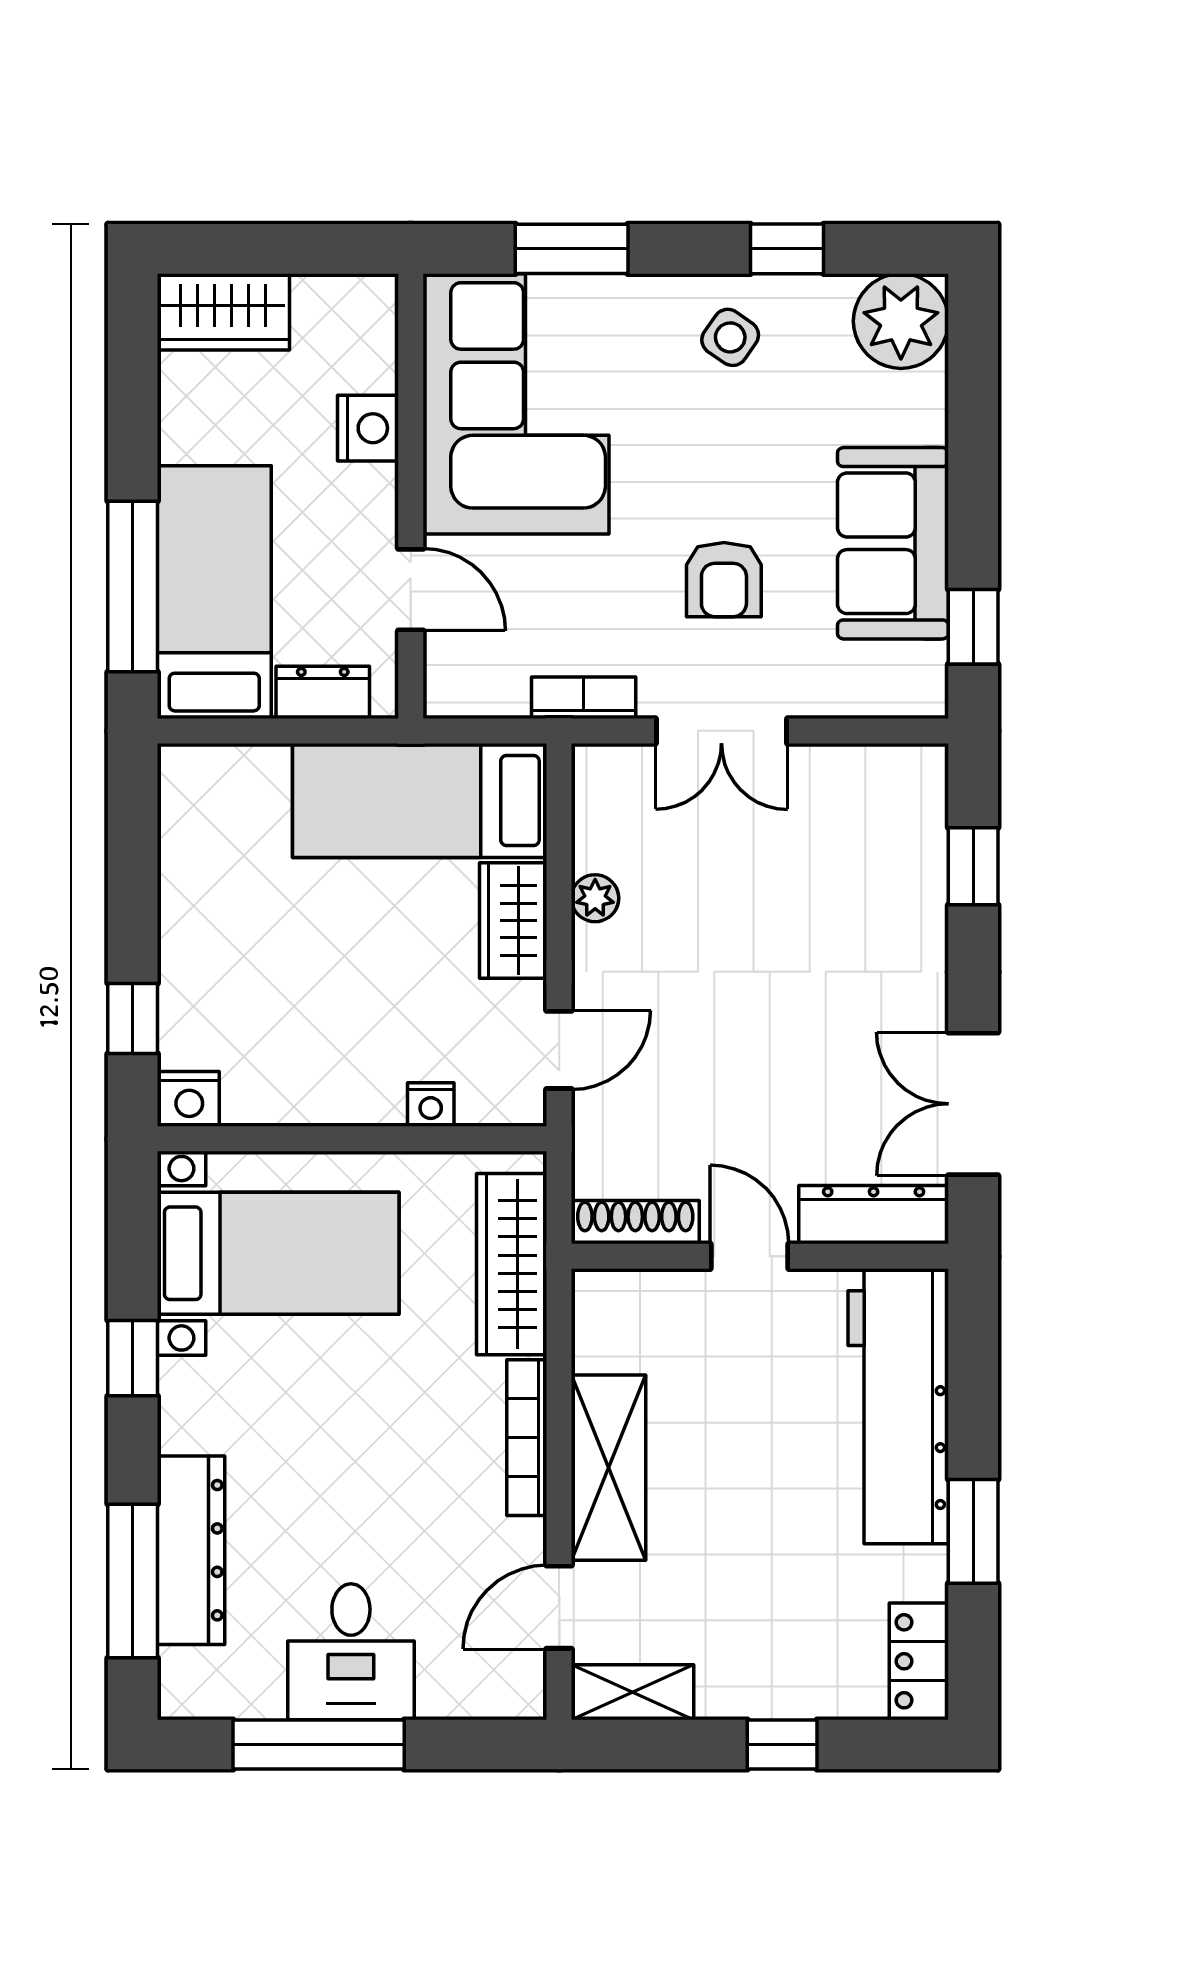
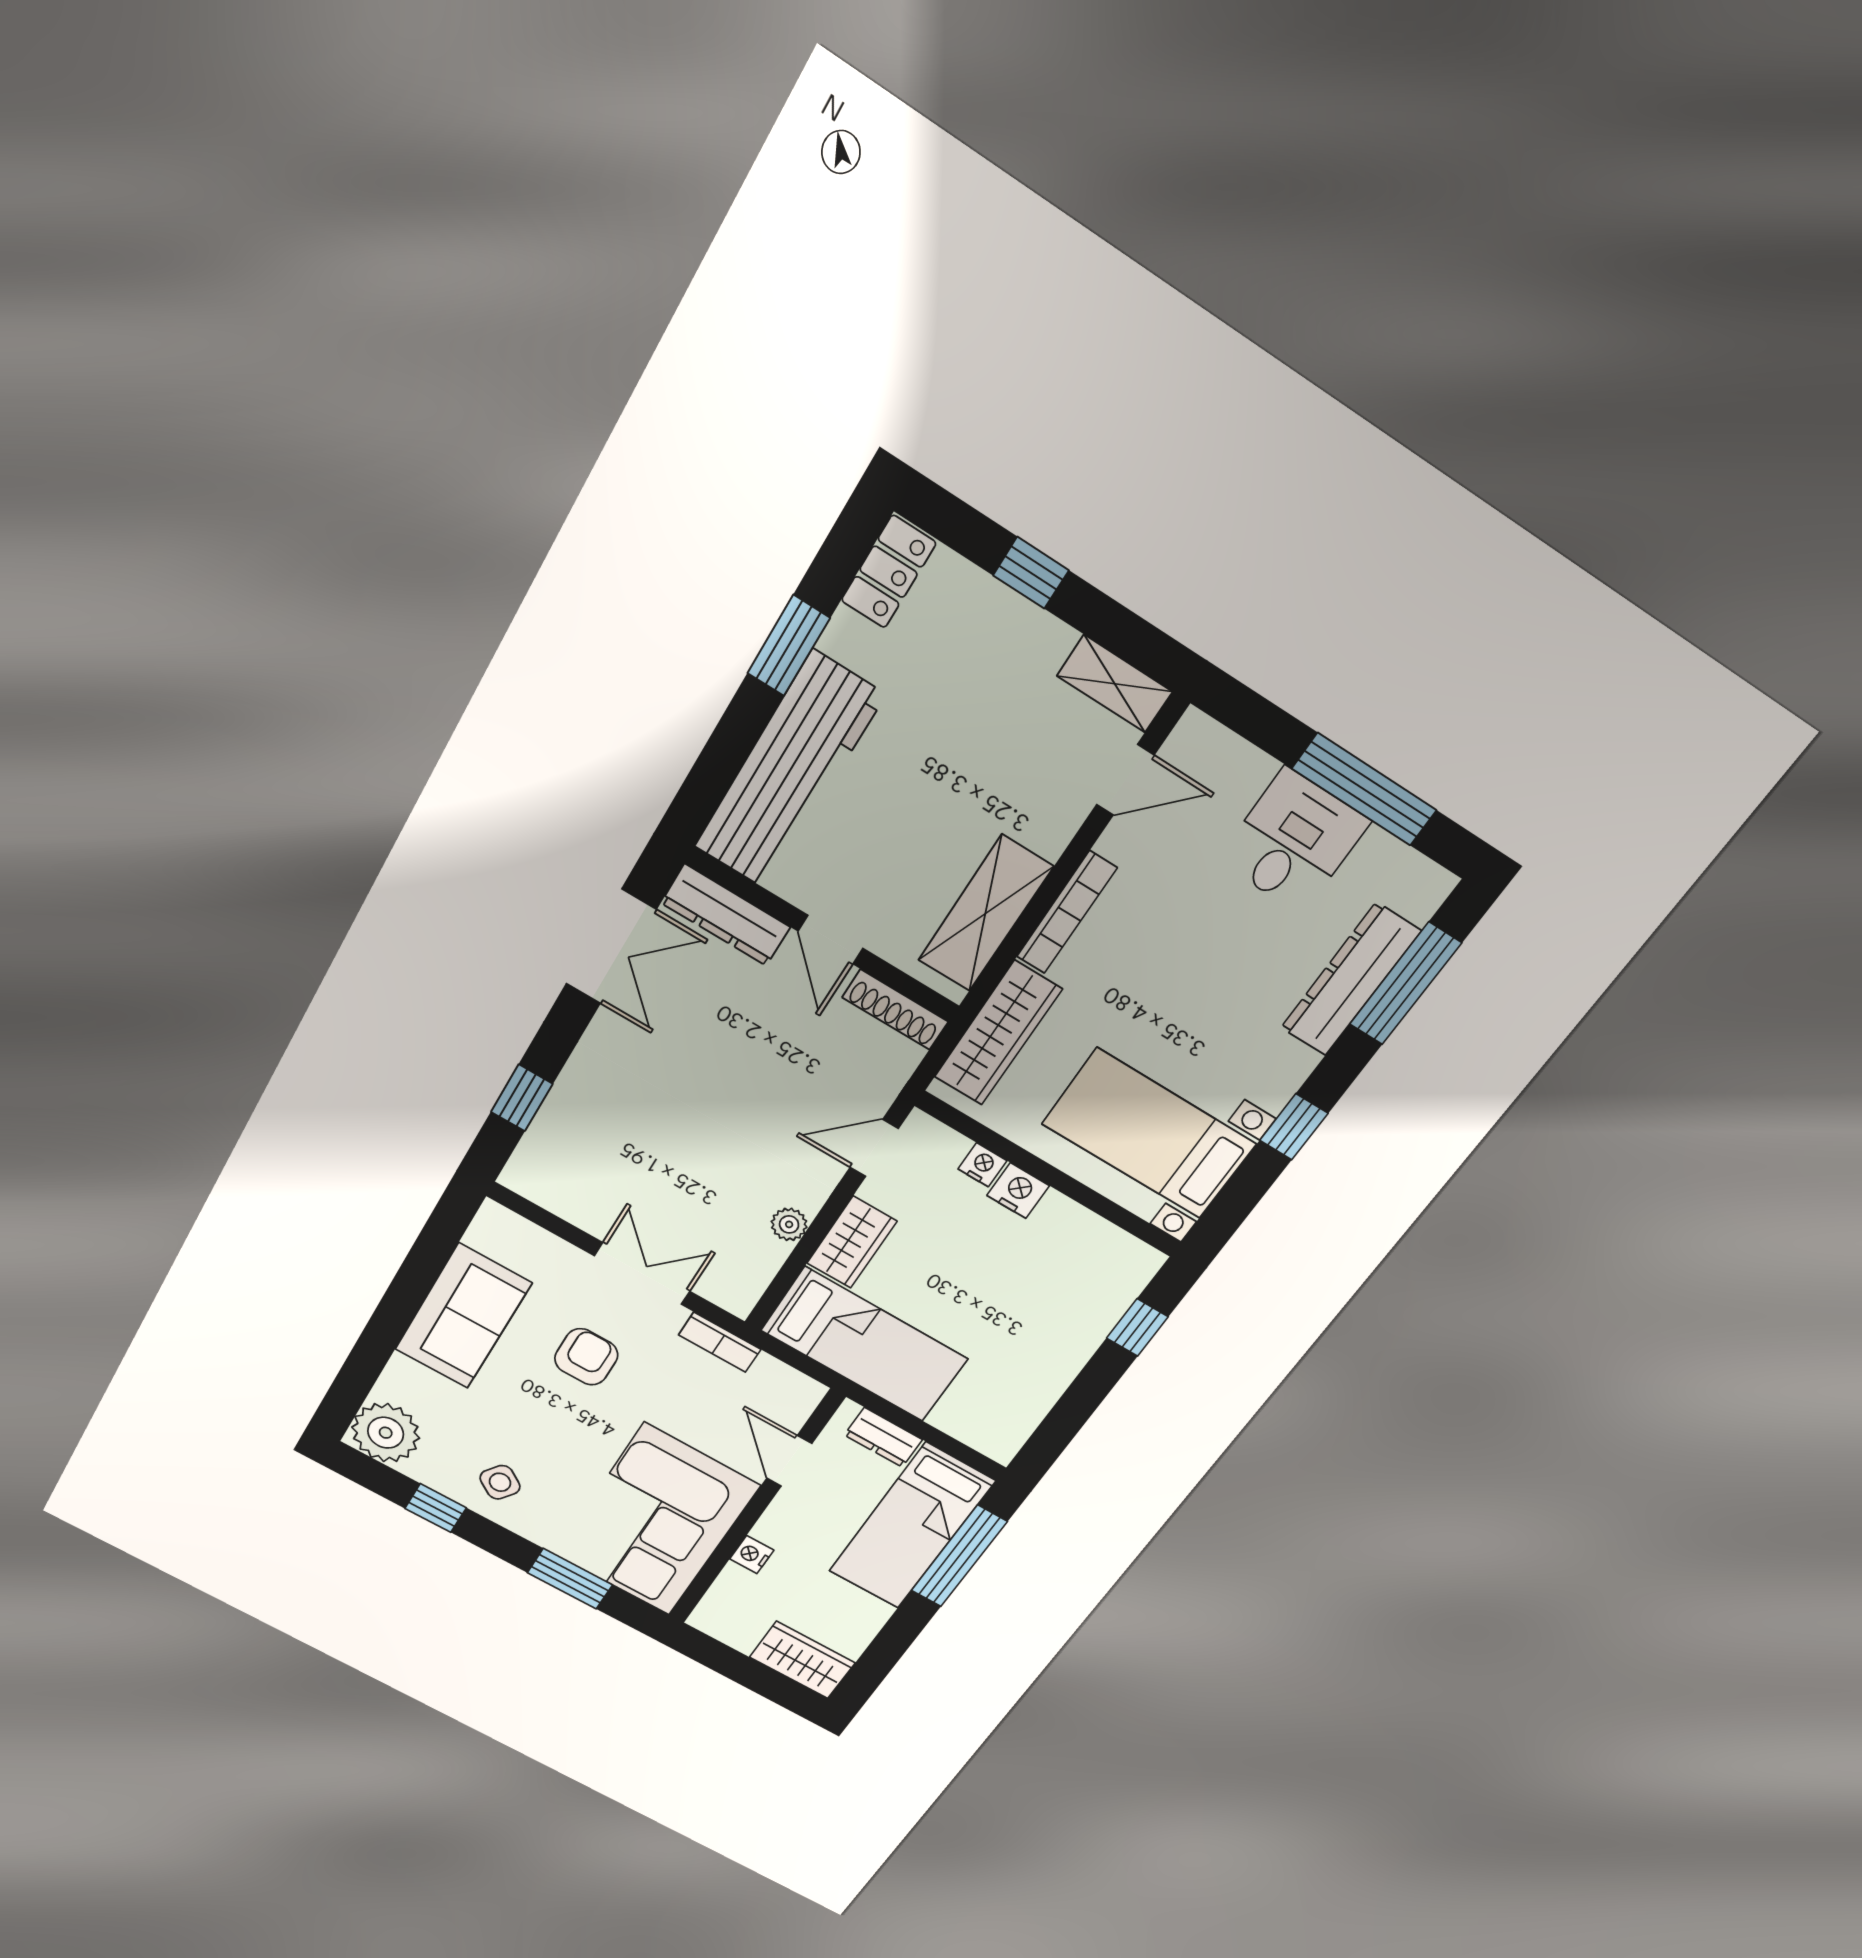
nightstand: (368, 428) -> (752, 1555), width x0.72, depth x0.74
window: (973, 627) -> (438, 1240), removed
nightstand: (189, 1099) -> (1018, 1191), moved
shelving: (608, 1468) -> (985, 913), moved

